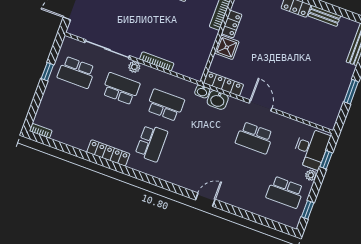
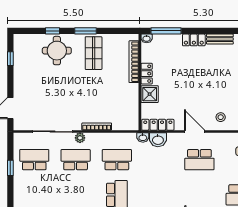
school desk: (76, 72) -> (34, 160), turned 180
stool: (294, 100) -> (221, 117), added

